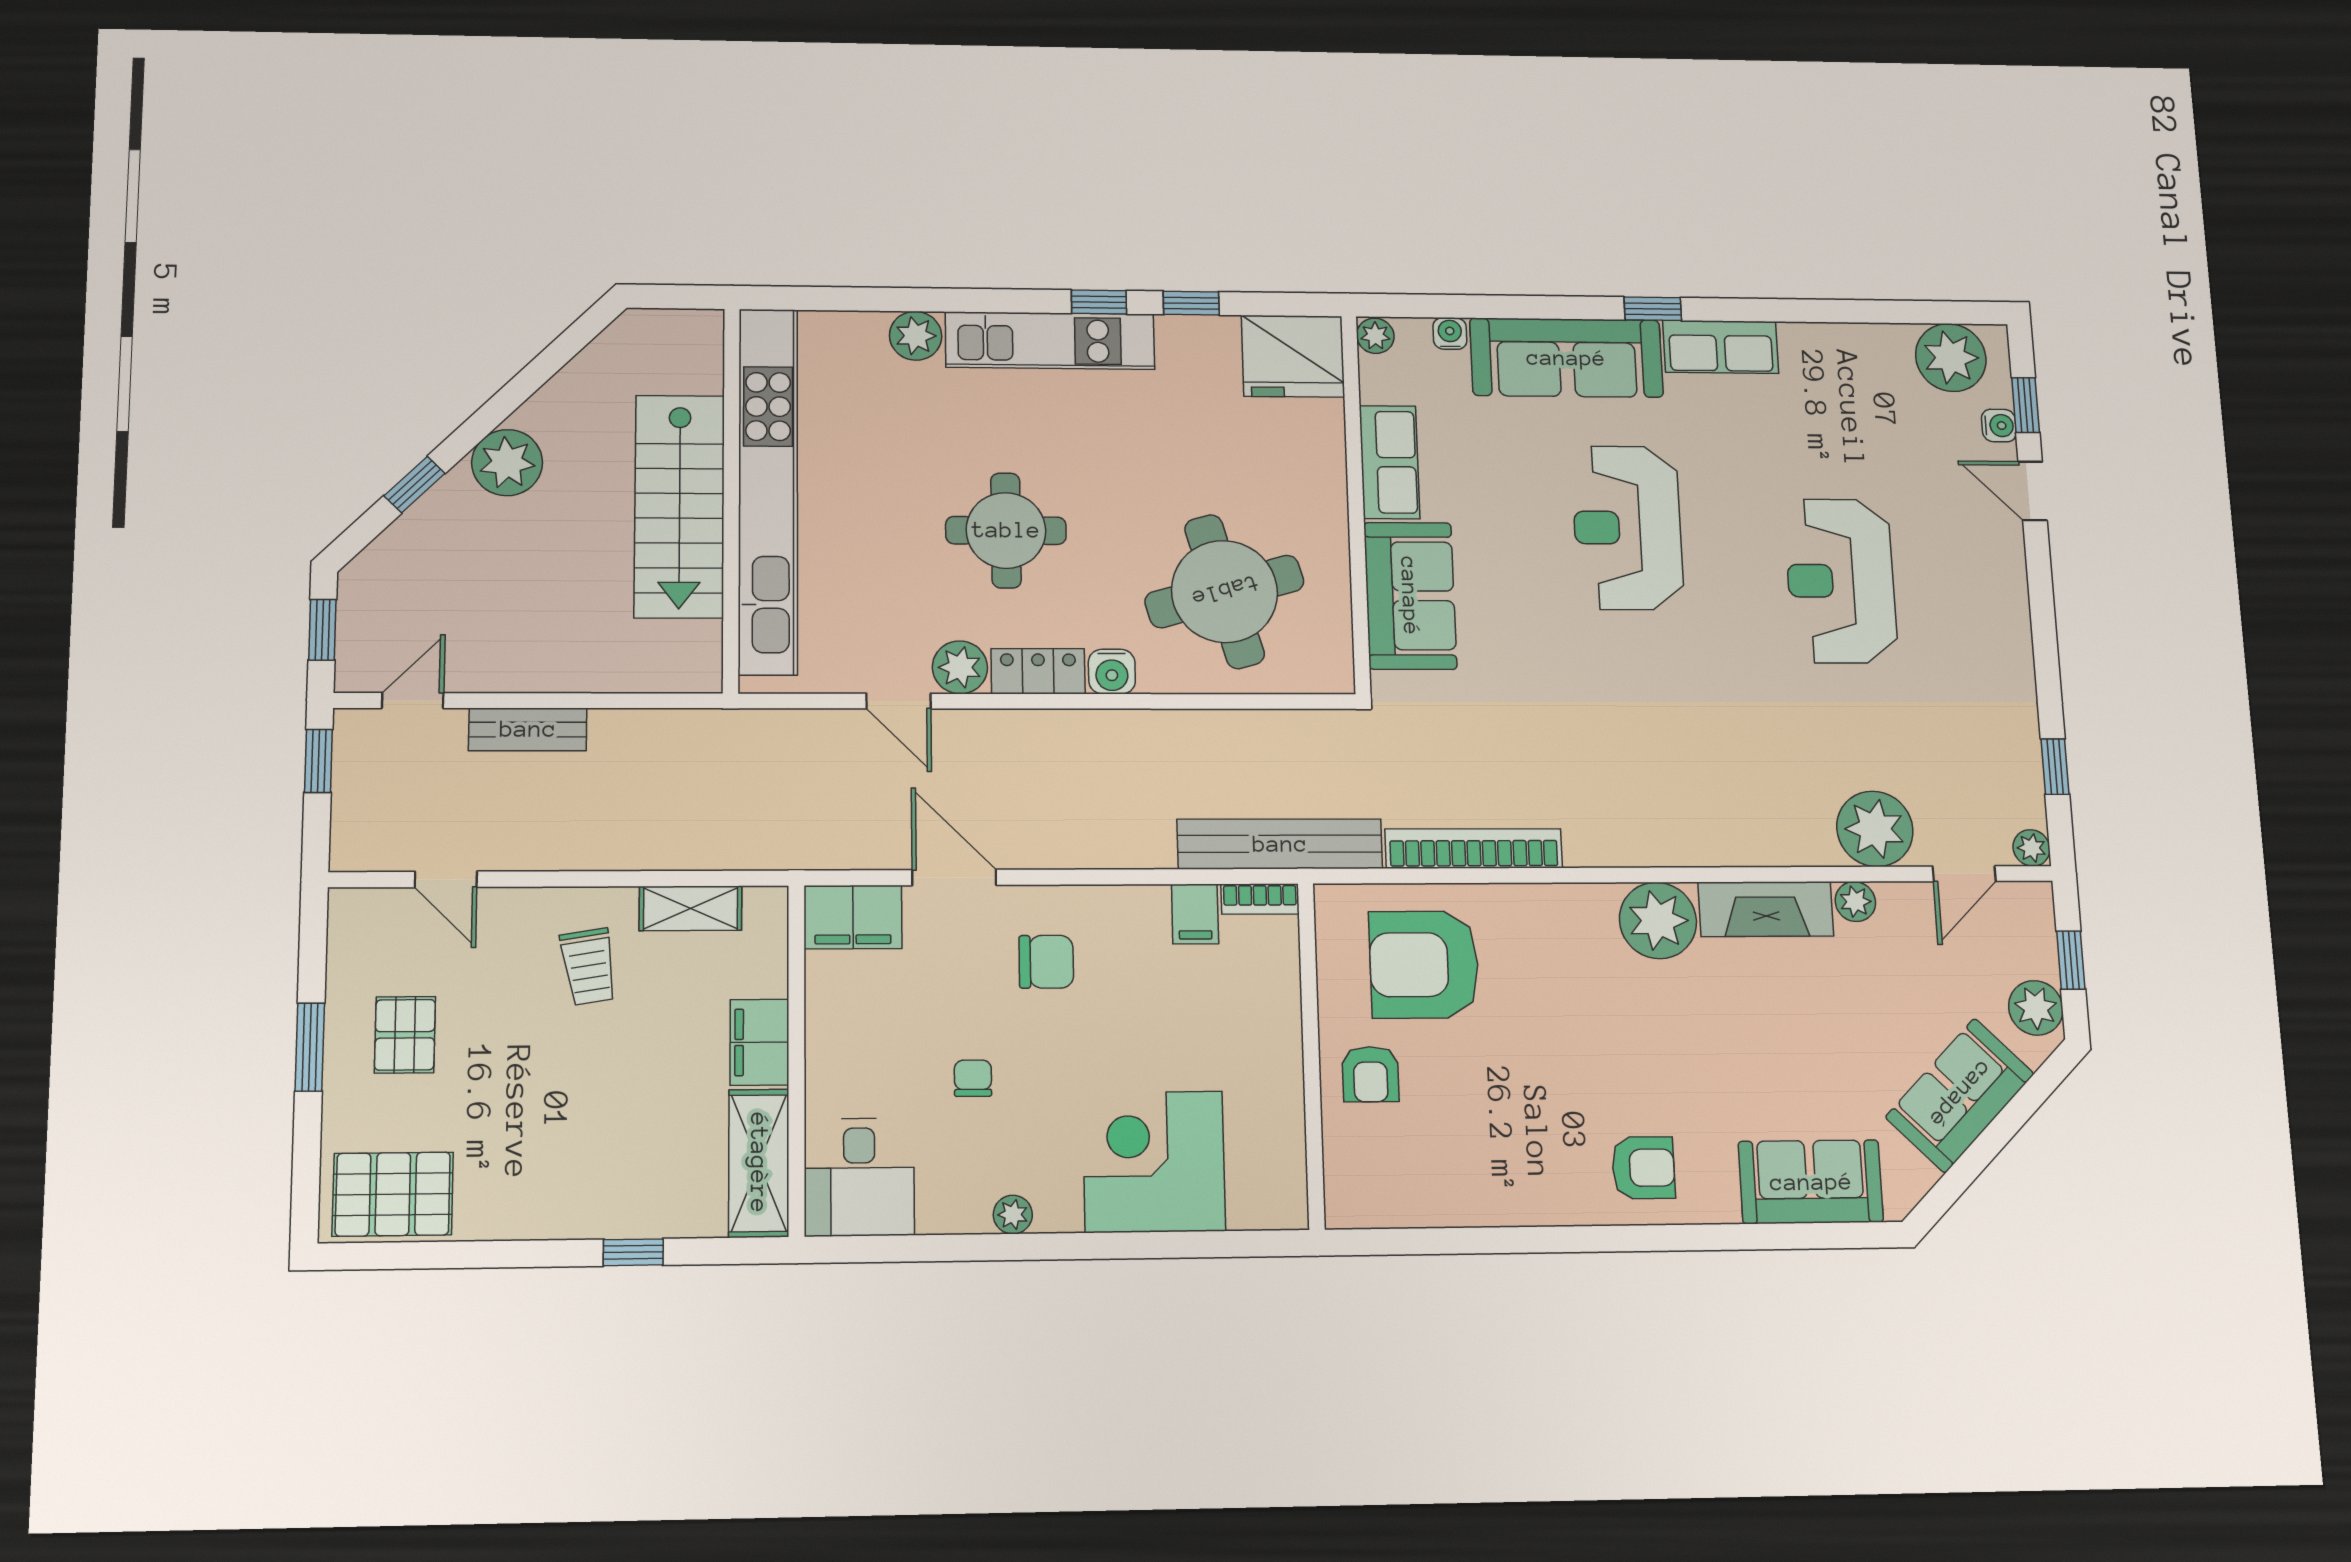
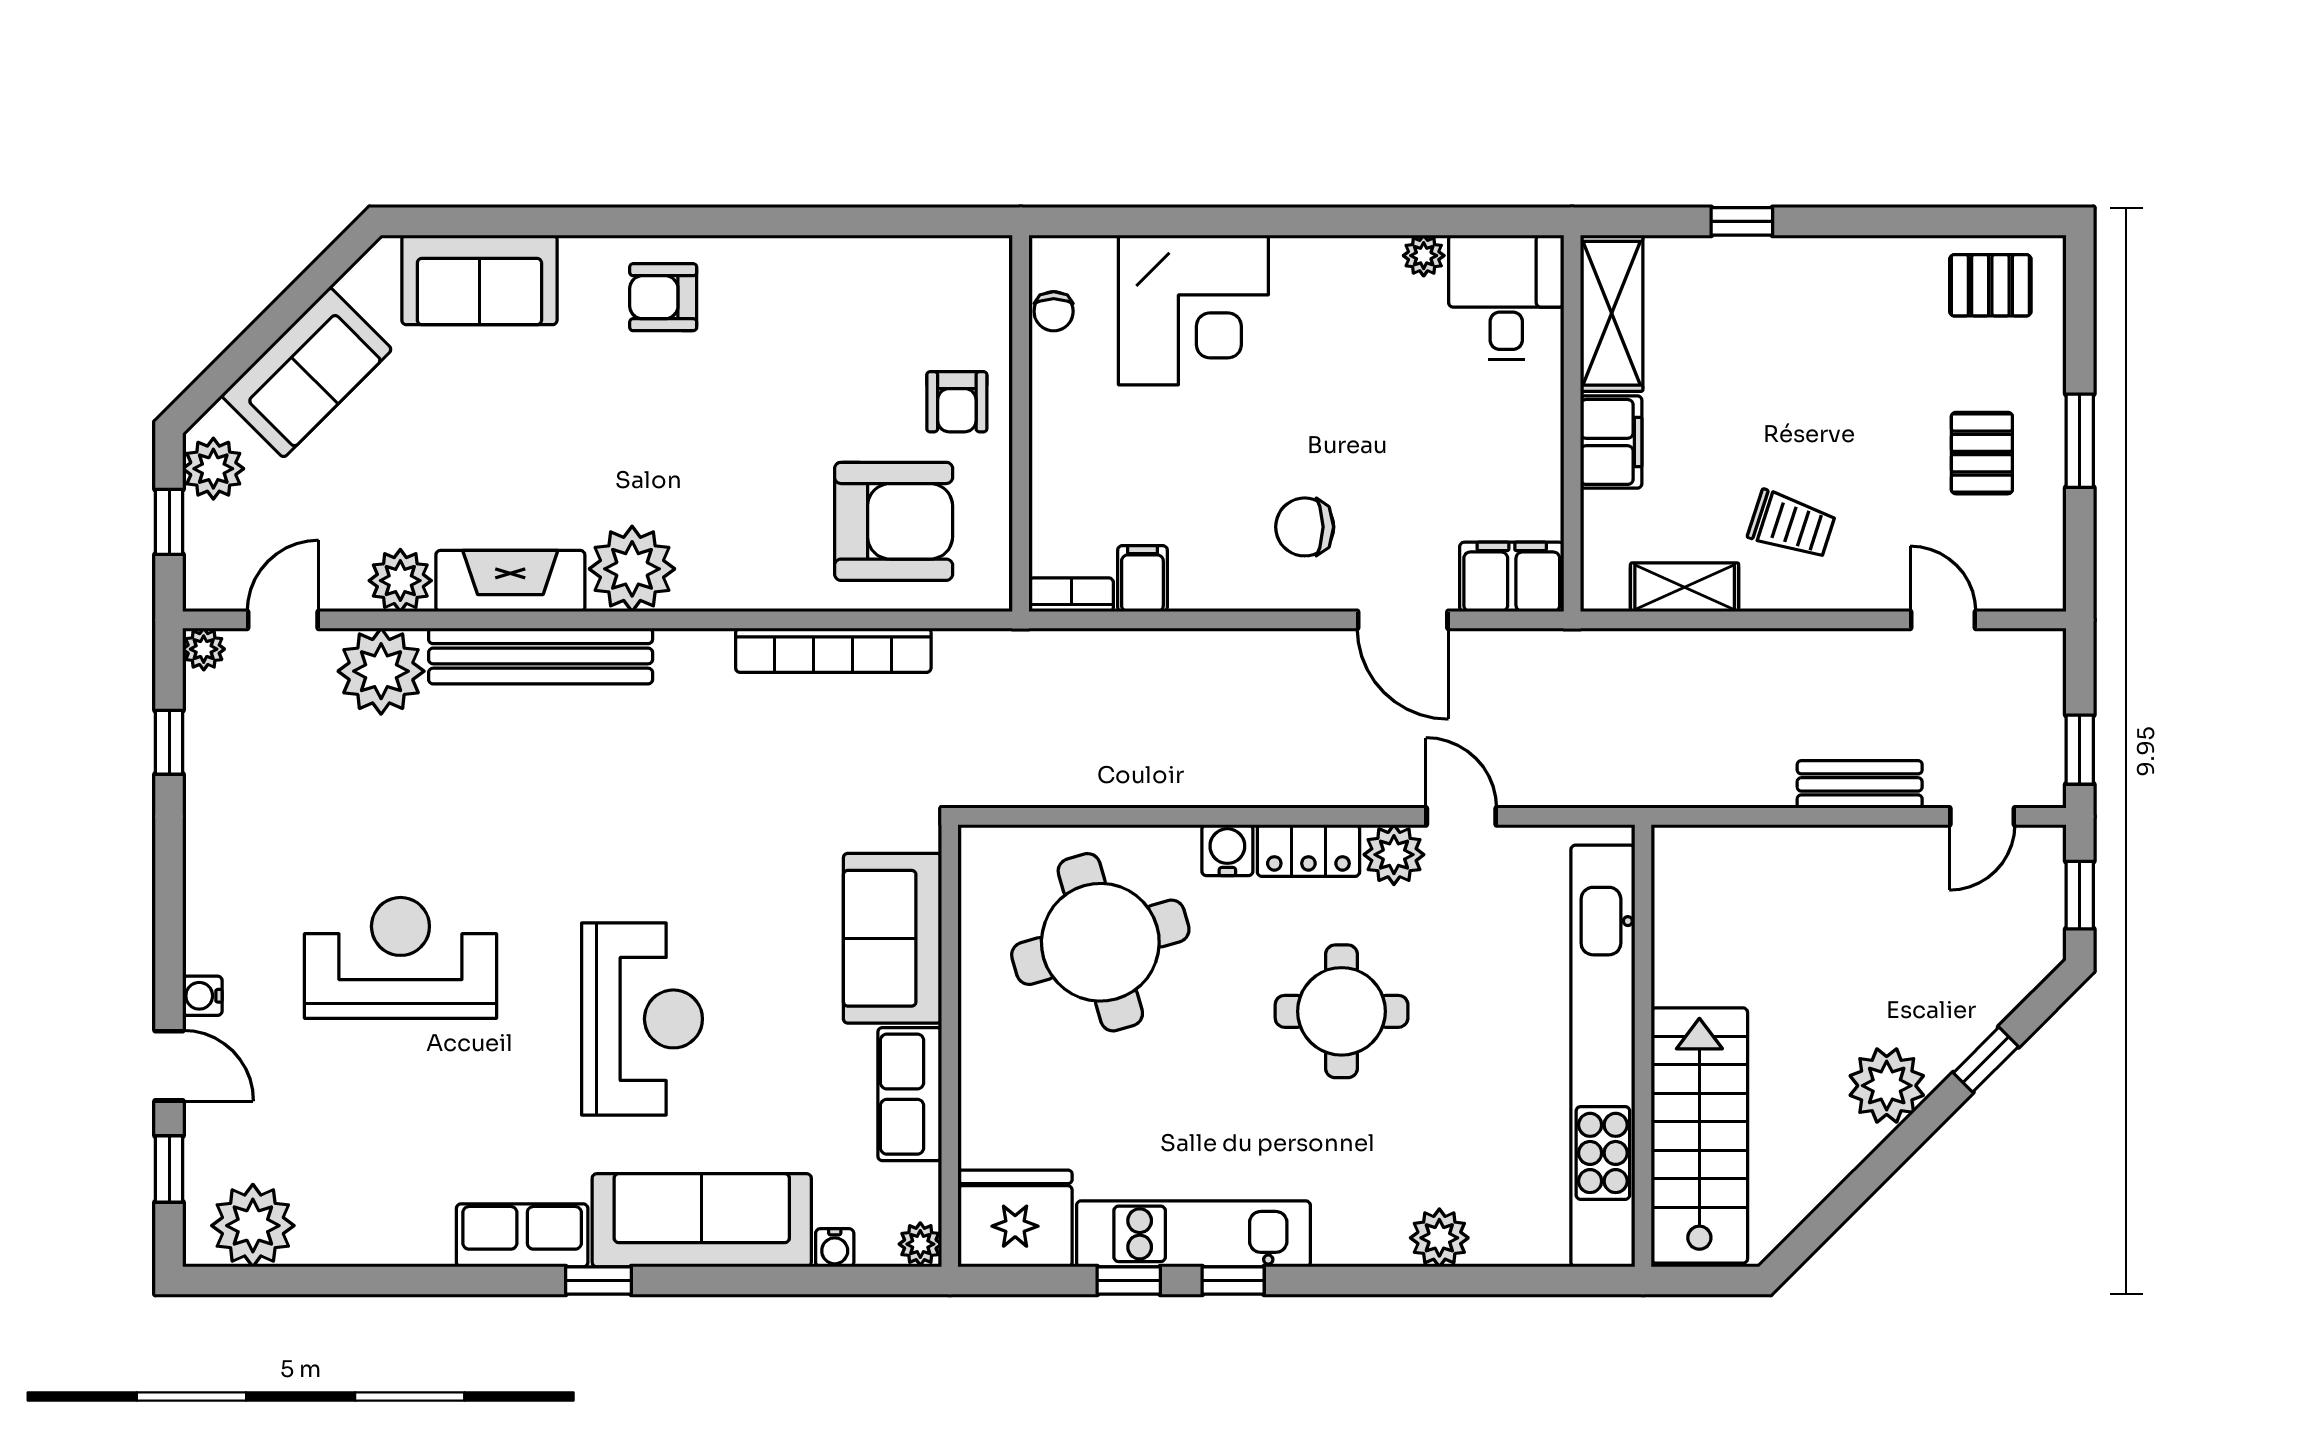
kitchen unit: (1050, 341) -> (1193, 1234), moved
water cooler: (1999, 426) -> (202, 996), moved
stairs: (679, 506) -> (1699, 1136), moved
reception desk: (1841, 581) -> (400, 958), turned -90
bench: (1280, 844) -> (541, 656), moved
plant: (1855, 902) -> (400, 581), width x1.38, depth x1.38
trolley: (589, 967) -> (1792, 525), turned 117
armchair: (1371, 1074) -> (957, 402), turned 180
chair: (973, 1078) -> (1054, 311), moved
pallet: (393, 1194) -> (1990, 285), width x0.67, depth x0.71
plant: (1013, 1215) -> (1424, 256), moved

